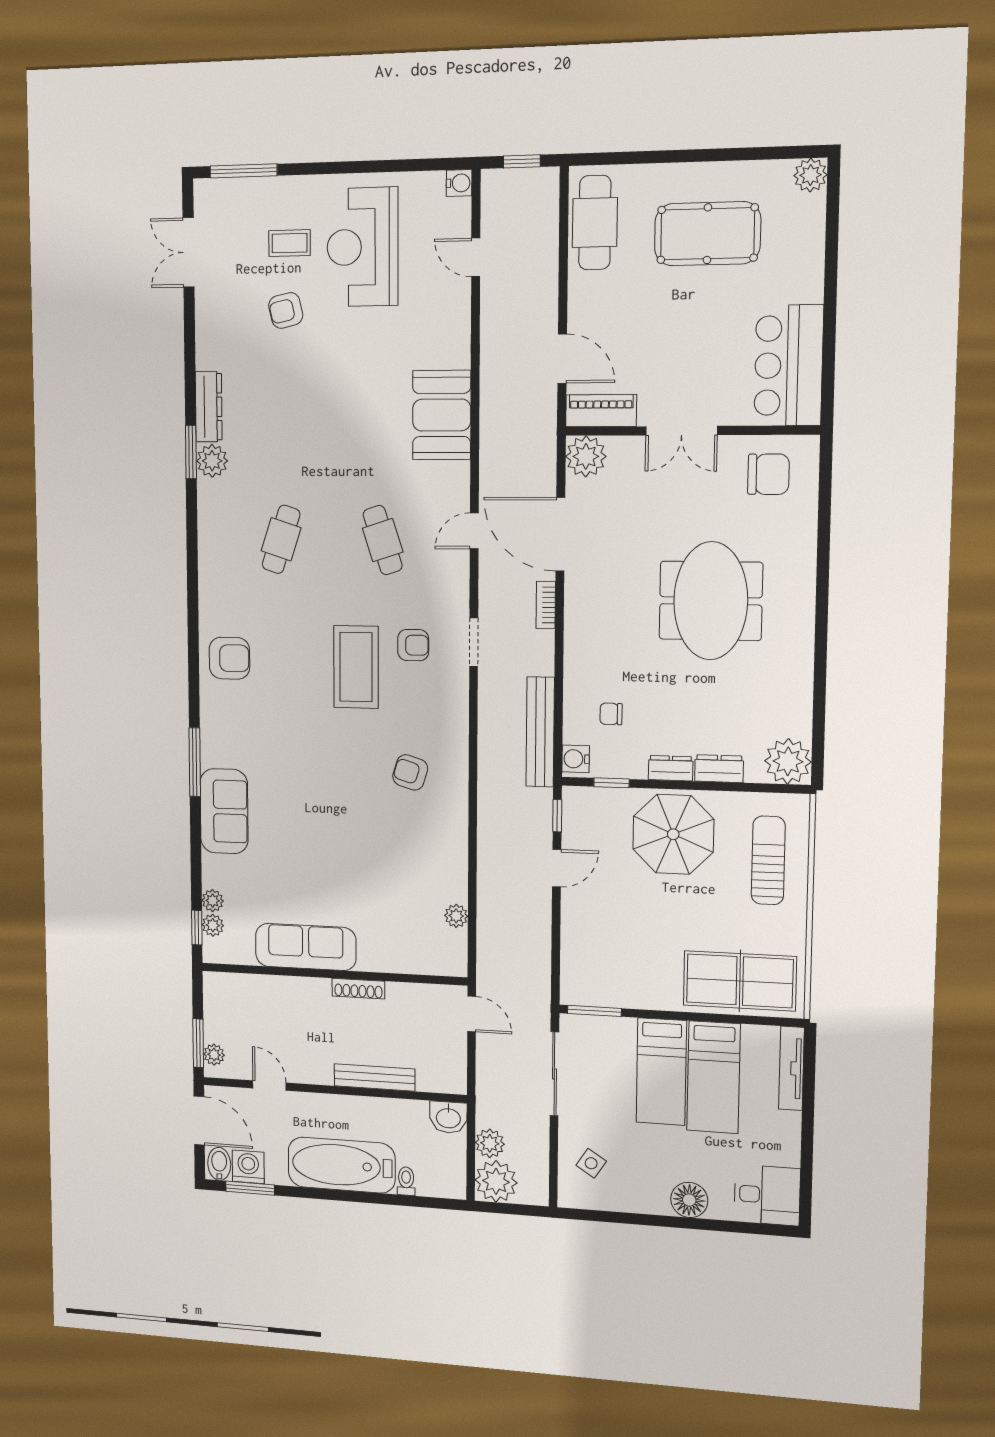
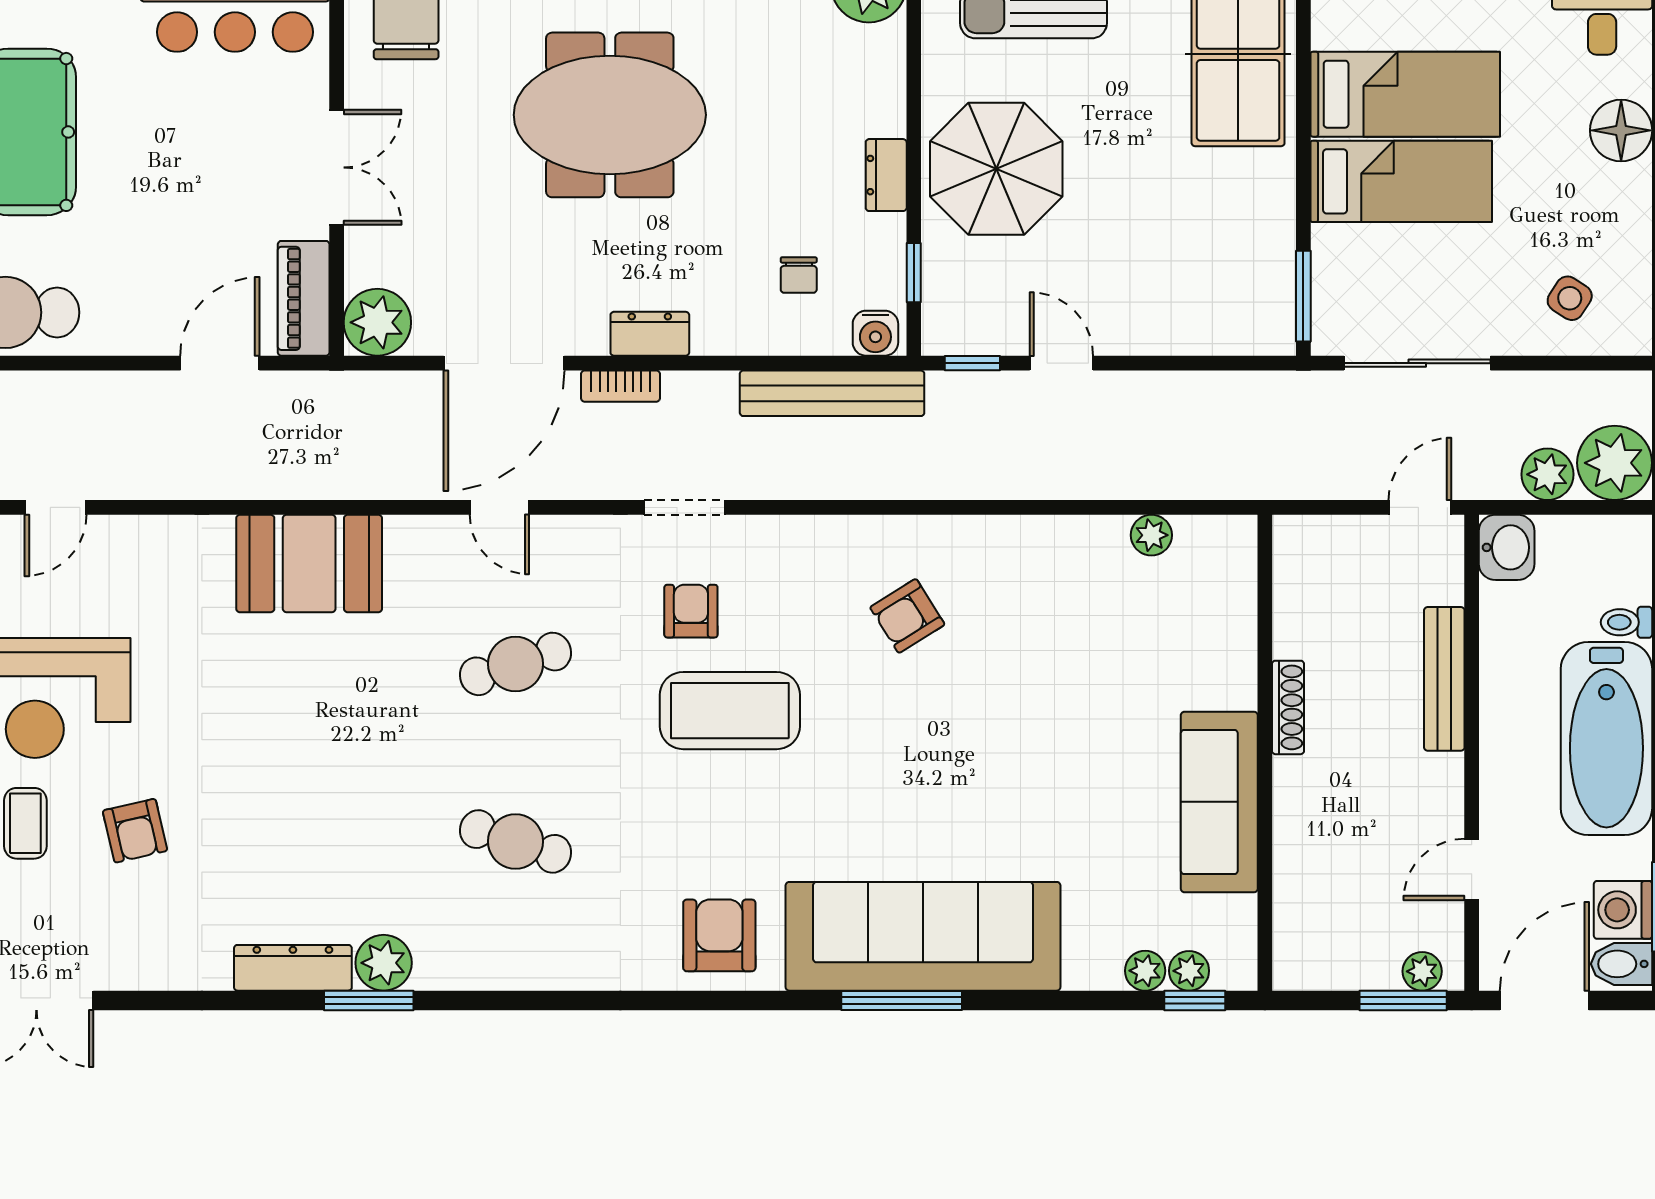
dresser: (719, 769) -> (650, 334), moved, turned 90
armchair: (410, 772) -> (907, 616), turned 41
sofa: (224, 811) -> (923, 936), width x1.85, depth x1.27
door: (472, 1014) -> (1420, 507), moved

